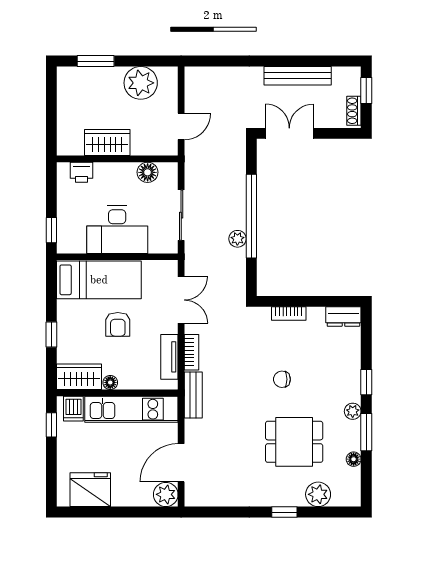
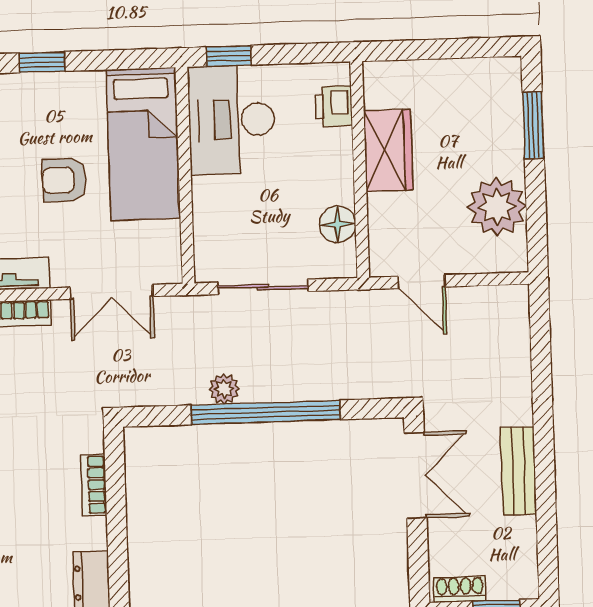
bench: (298, 76) -> (518, 471), width x0.73
desk: (117, 230) -> (231, 120), moved

